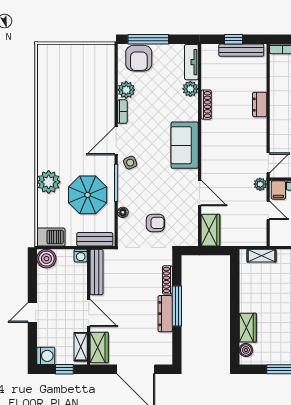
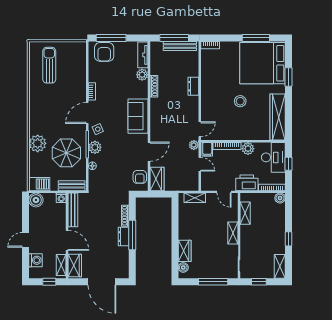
window: (233, 39) -> (174, 38), width x2.17
sun lounger: (64, 76) -> (49, 65), added
plant: (126, 90) -> (95, 147), moved
door: (200, 193) -> (149, 152), hinge flipped
armchair: (155, 223) -> (140, 177), moved, turned 90
dresser: (165, 314) -> (124, 237), width x0.70
washing machine: (46, 356) -> (35, 260), moved

